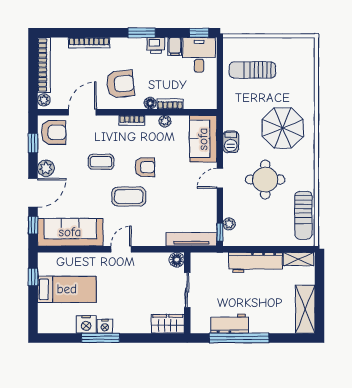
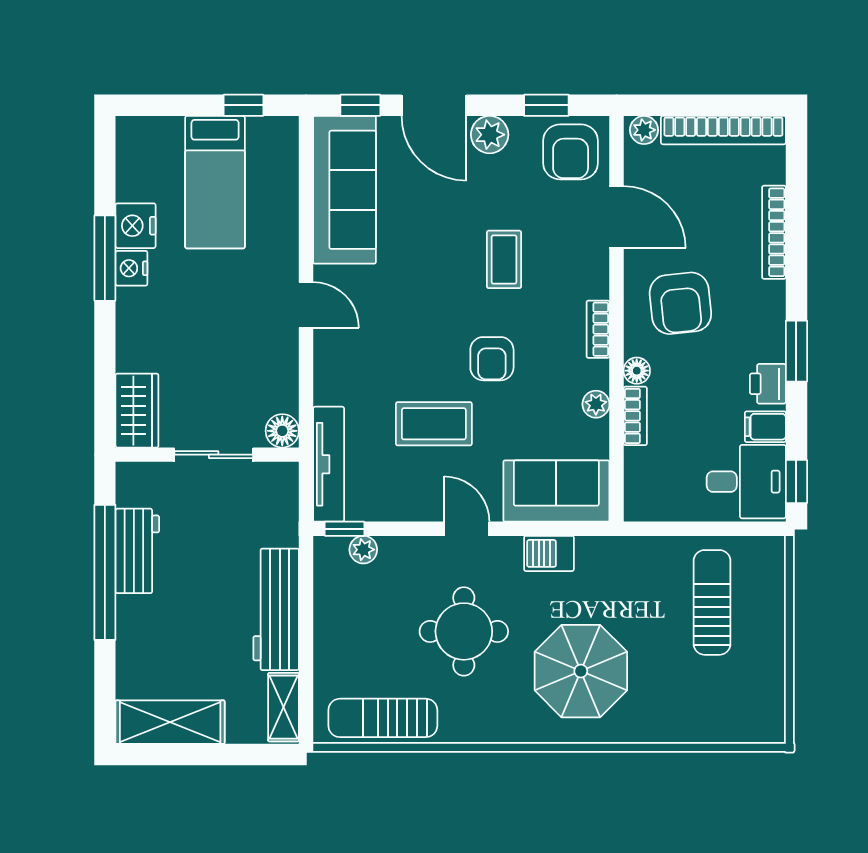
coffee table: (129, 197) -> (434, 424), moved, turned 90

